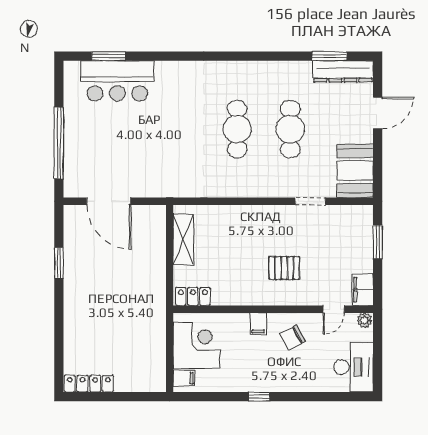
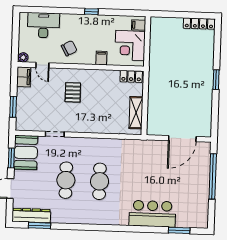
bar counter: (117, 81) -> (152, 214), moved
window: (378, 161) -> (11, 158), added
door: (109, 201) -> (182, 139), swing flipped
window: (59, 263) -> (216, 80), moved
pallet: (284, 268) -> (73, 92), turned 90
door: (334, 309) -> (42, 65), swing flipped
filing cabinet: (258, 324) -> (101, 58), moved
desk: (354, 367) -> (43, 25), moved, turned 90

